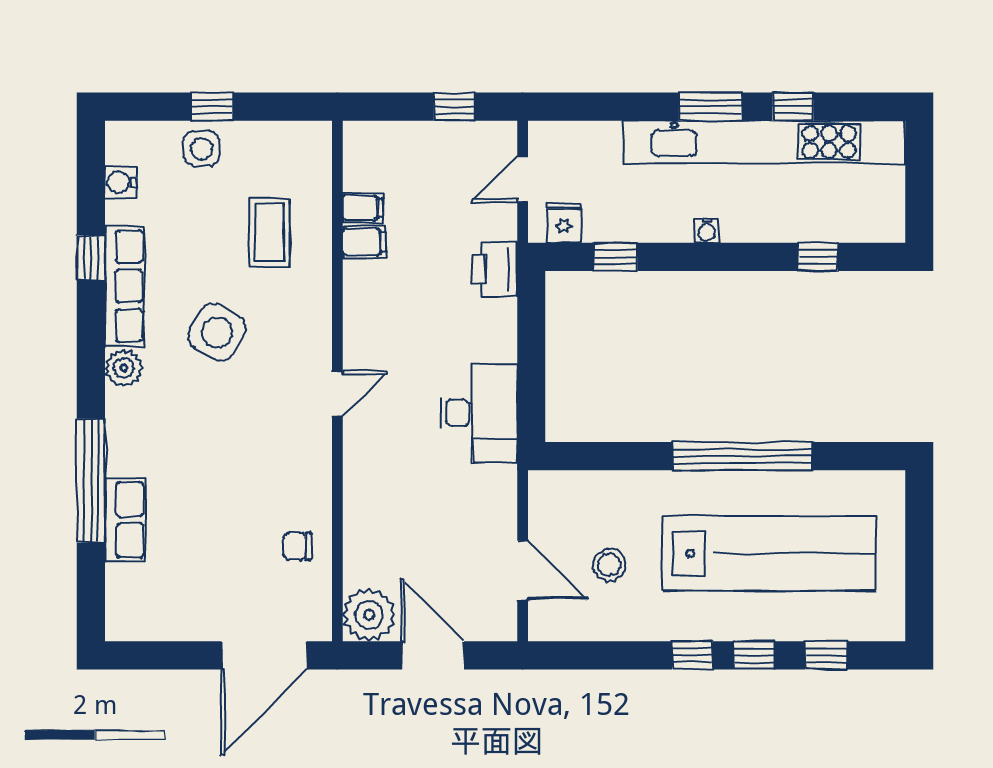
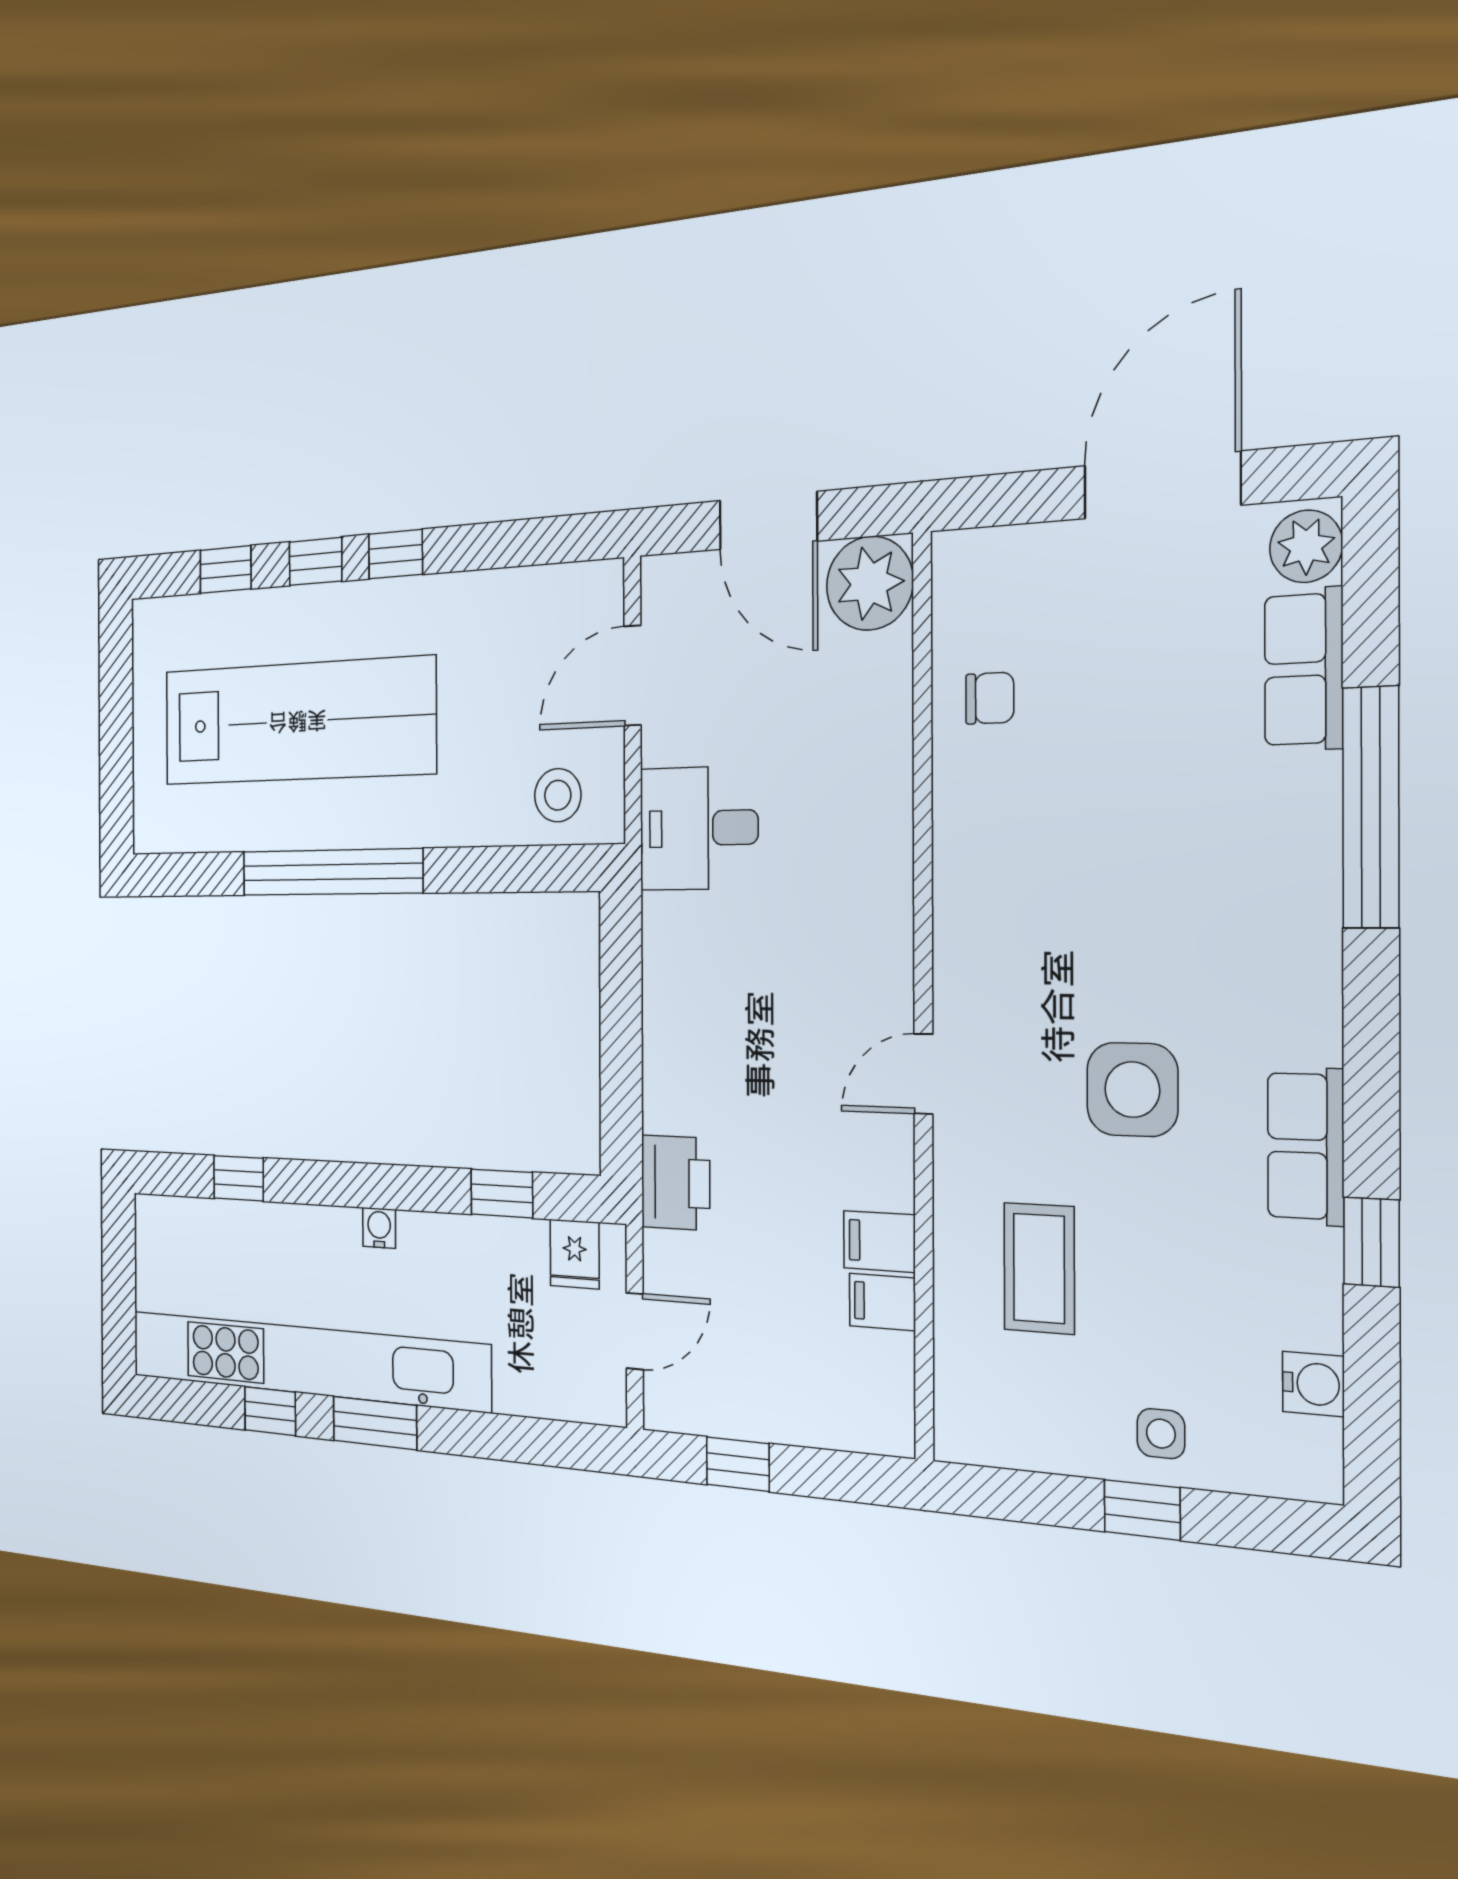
side table: (202, 149) -> (1161, 1434), width x0.73, depth x0.73
row of seats: (124, 286) -> (1306, 1146), width x0.68
side table: (217, 332) -> (1132, 1090), turned -31
plant: (124, 368) -> (1306, 546), moved
door: (337, 394) -> (923, 1074), moved
desk: (478, 413) -> (699, 828), moved, width x0.73
row of seats: (125, 520) -> (1304, 669), moved
lab bench: (769, 553) -> (297, 721), turned 180
stool: (609, 565) -> (558, 795), moved
door: (523, 570) -> (633, 676), hinge flipped
door: (264, 655) -> (1162, 485), moved

